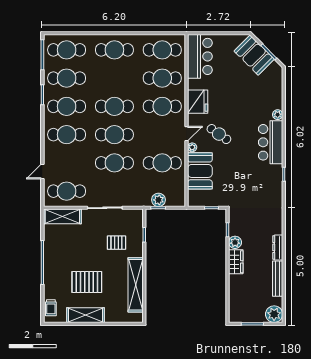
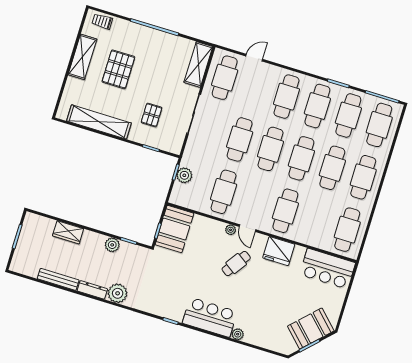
cafe table: (162, 78) -> (332, 168), moved
booth: (200, 171) -> (174, 229), moved, turned 90
door: (42, 172) -> (254, 58), hinge flipped
wardrobe: (236, 262) -> (68, 232), moved
plant: (274, 314) -> (118, 293), moved

